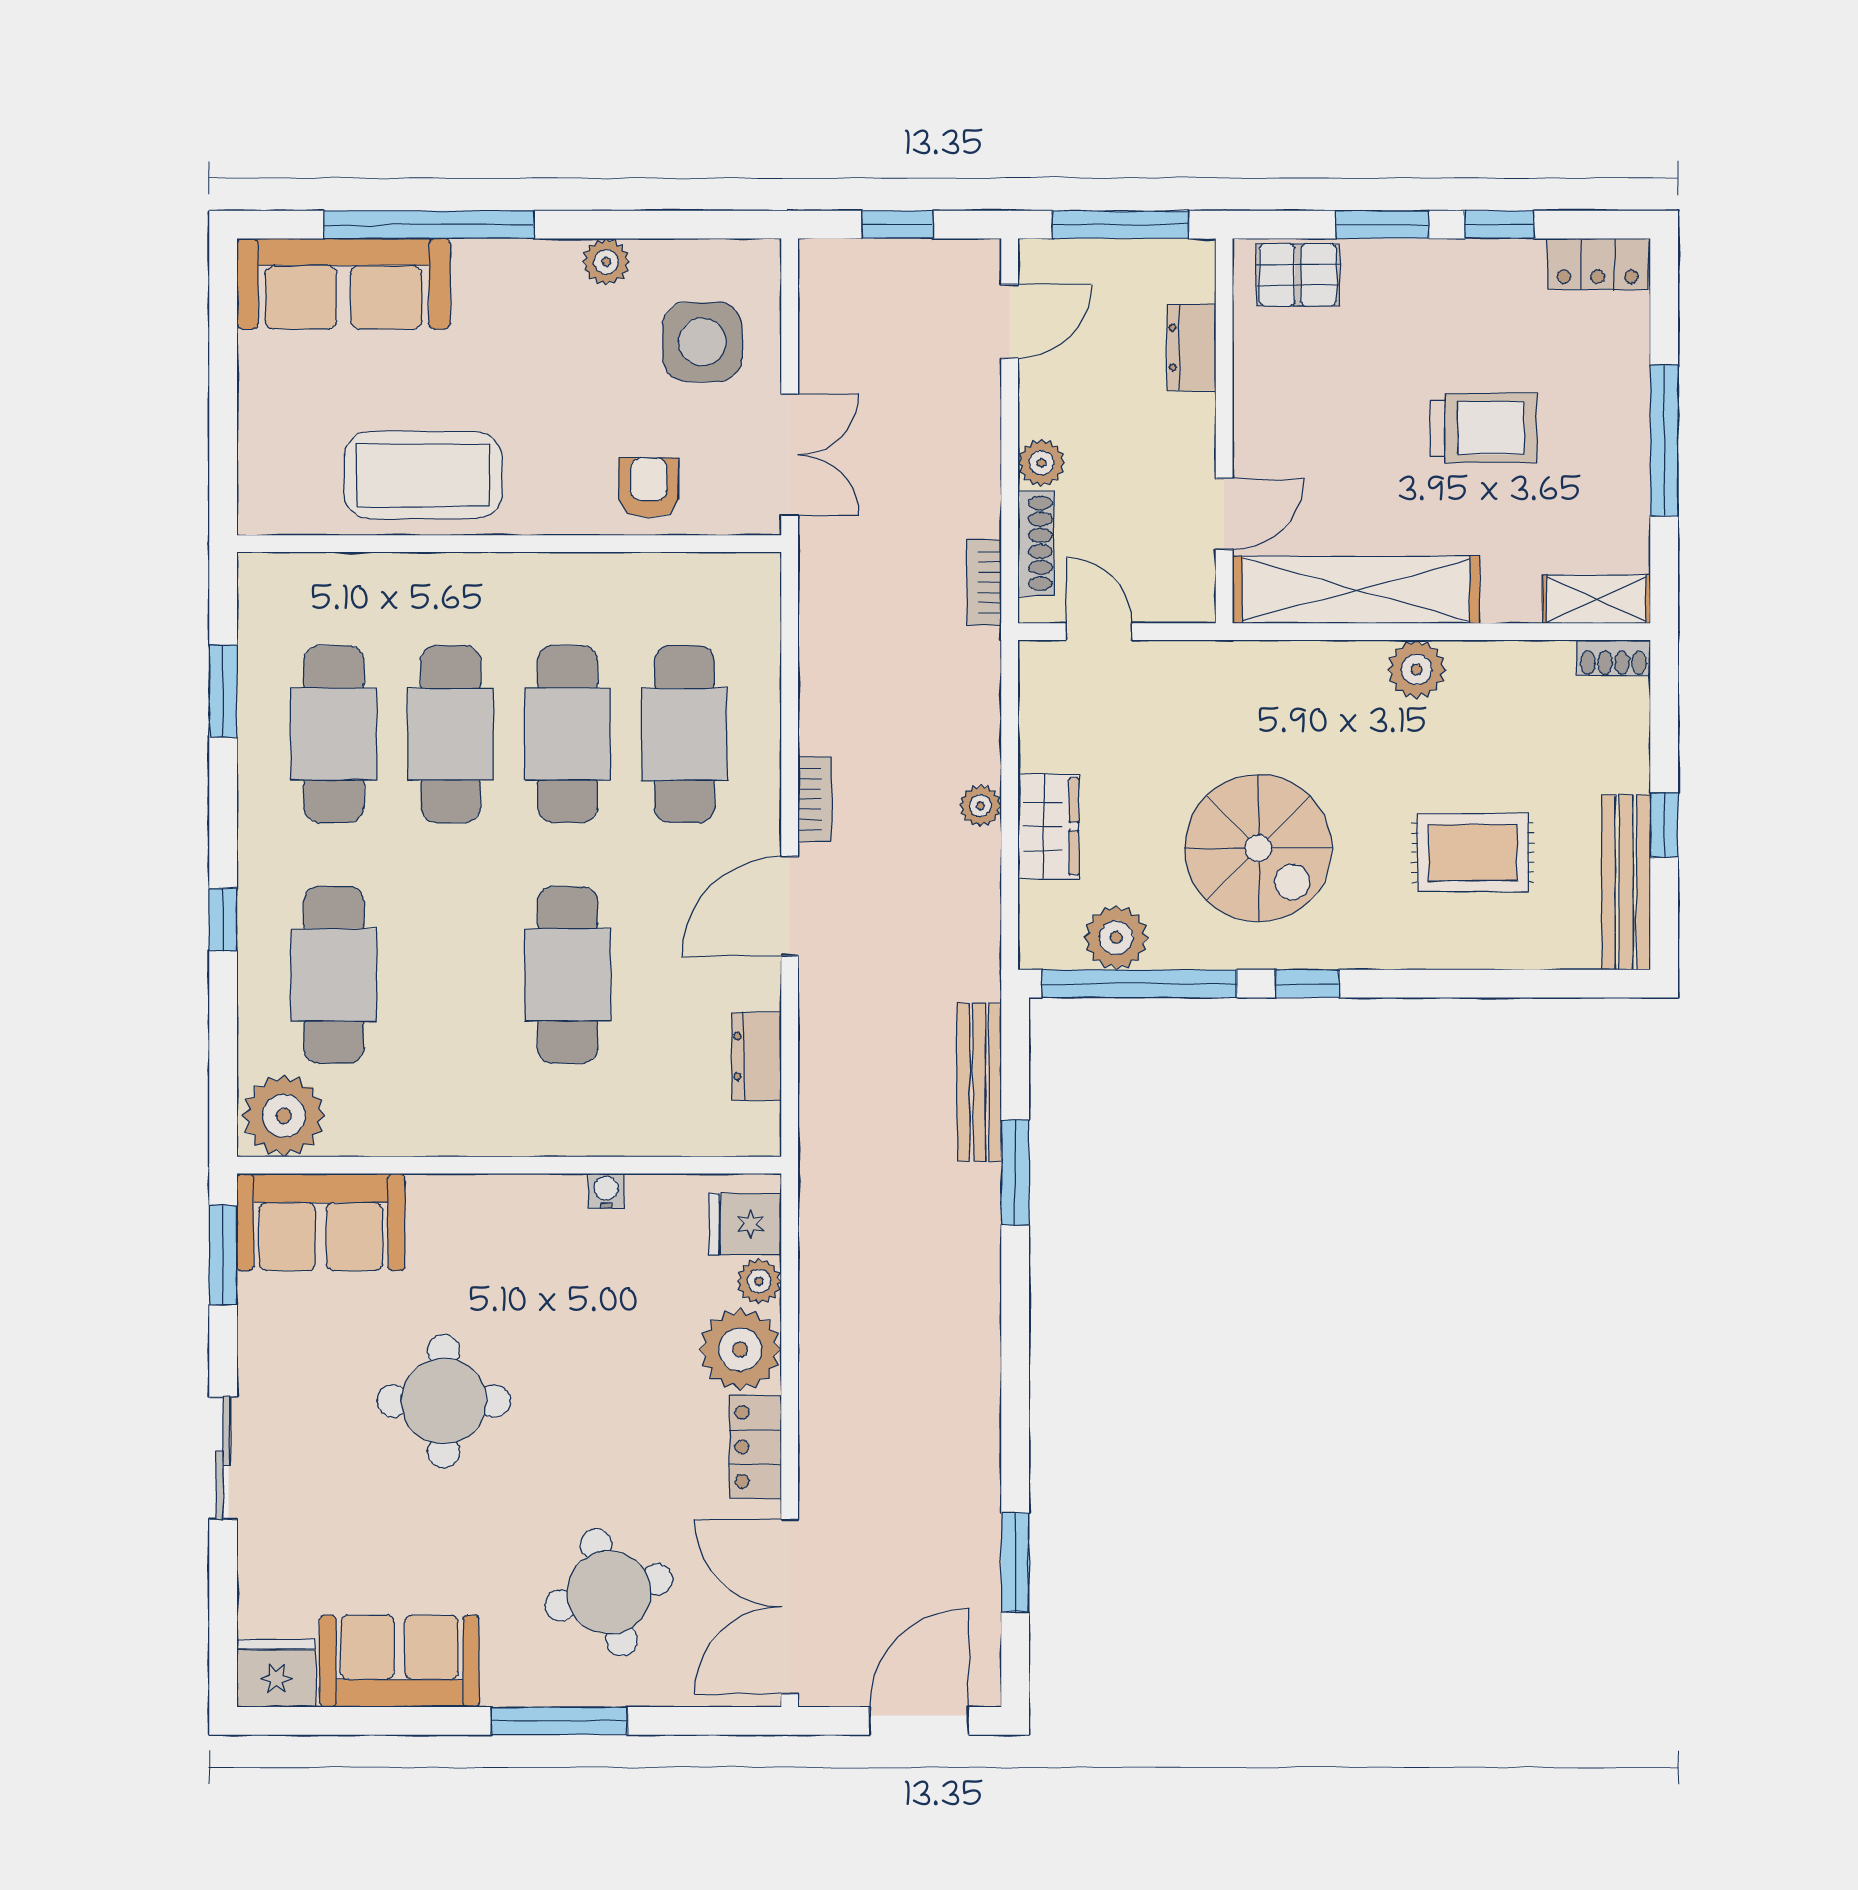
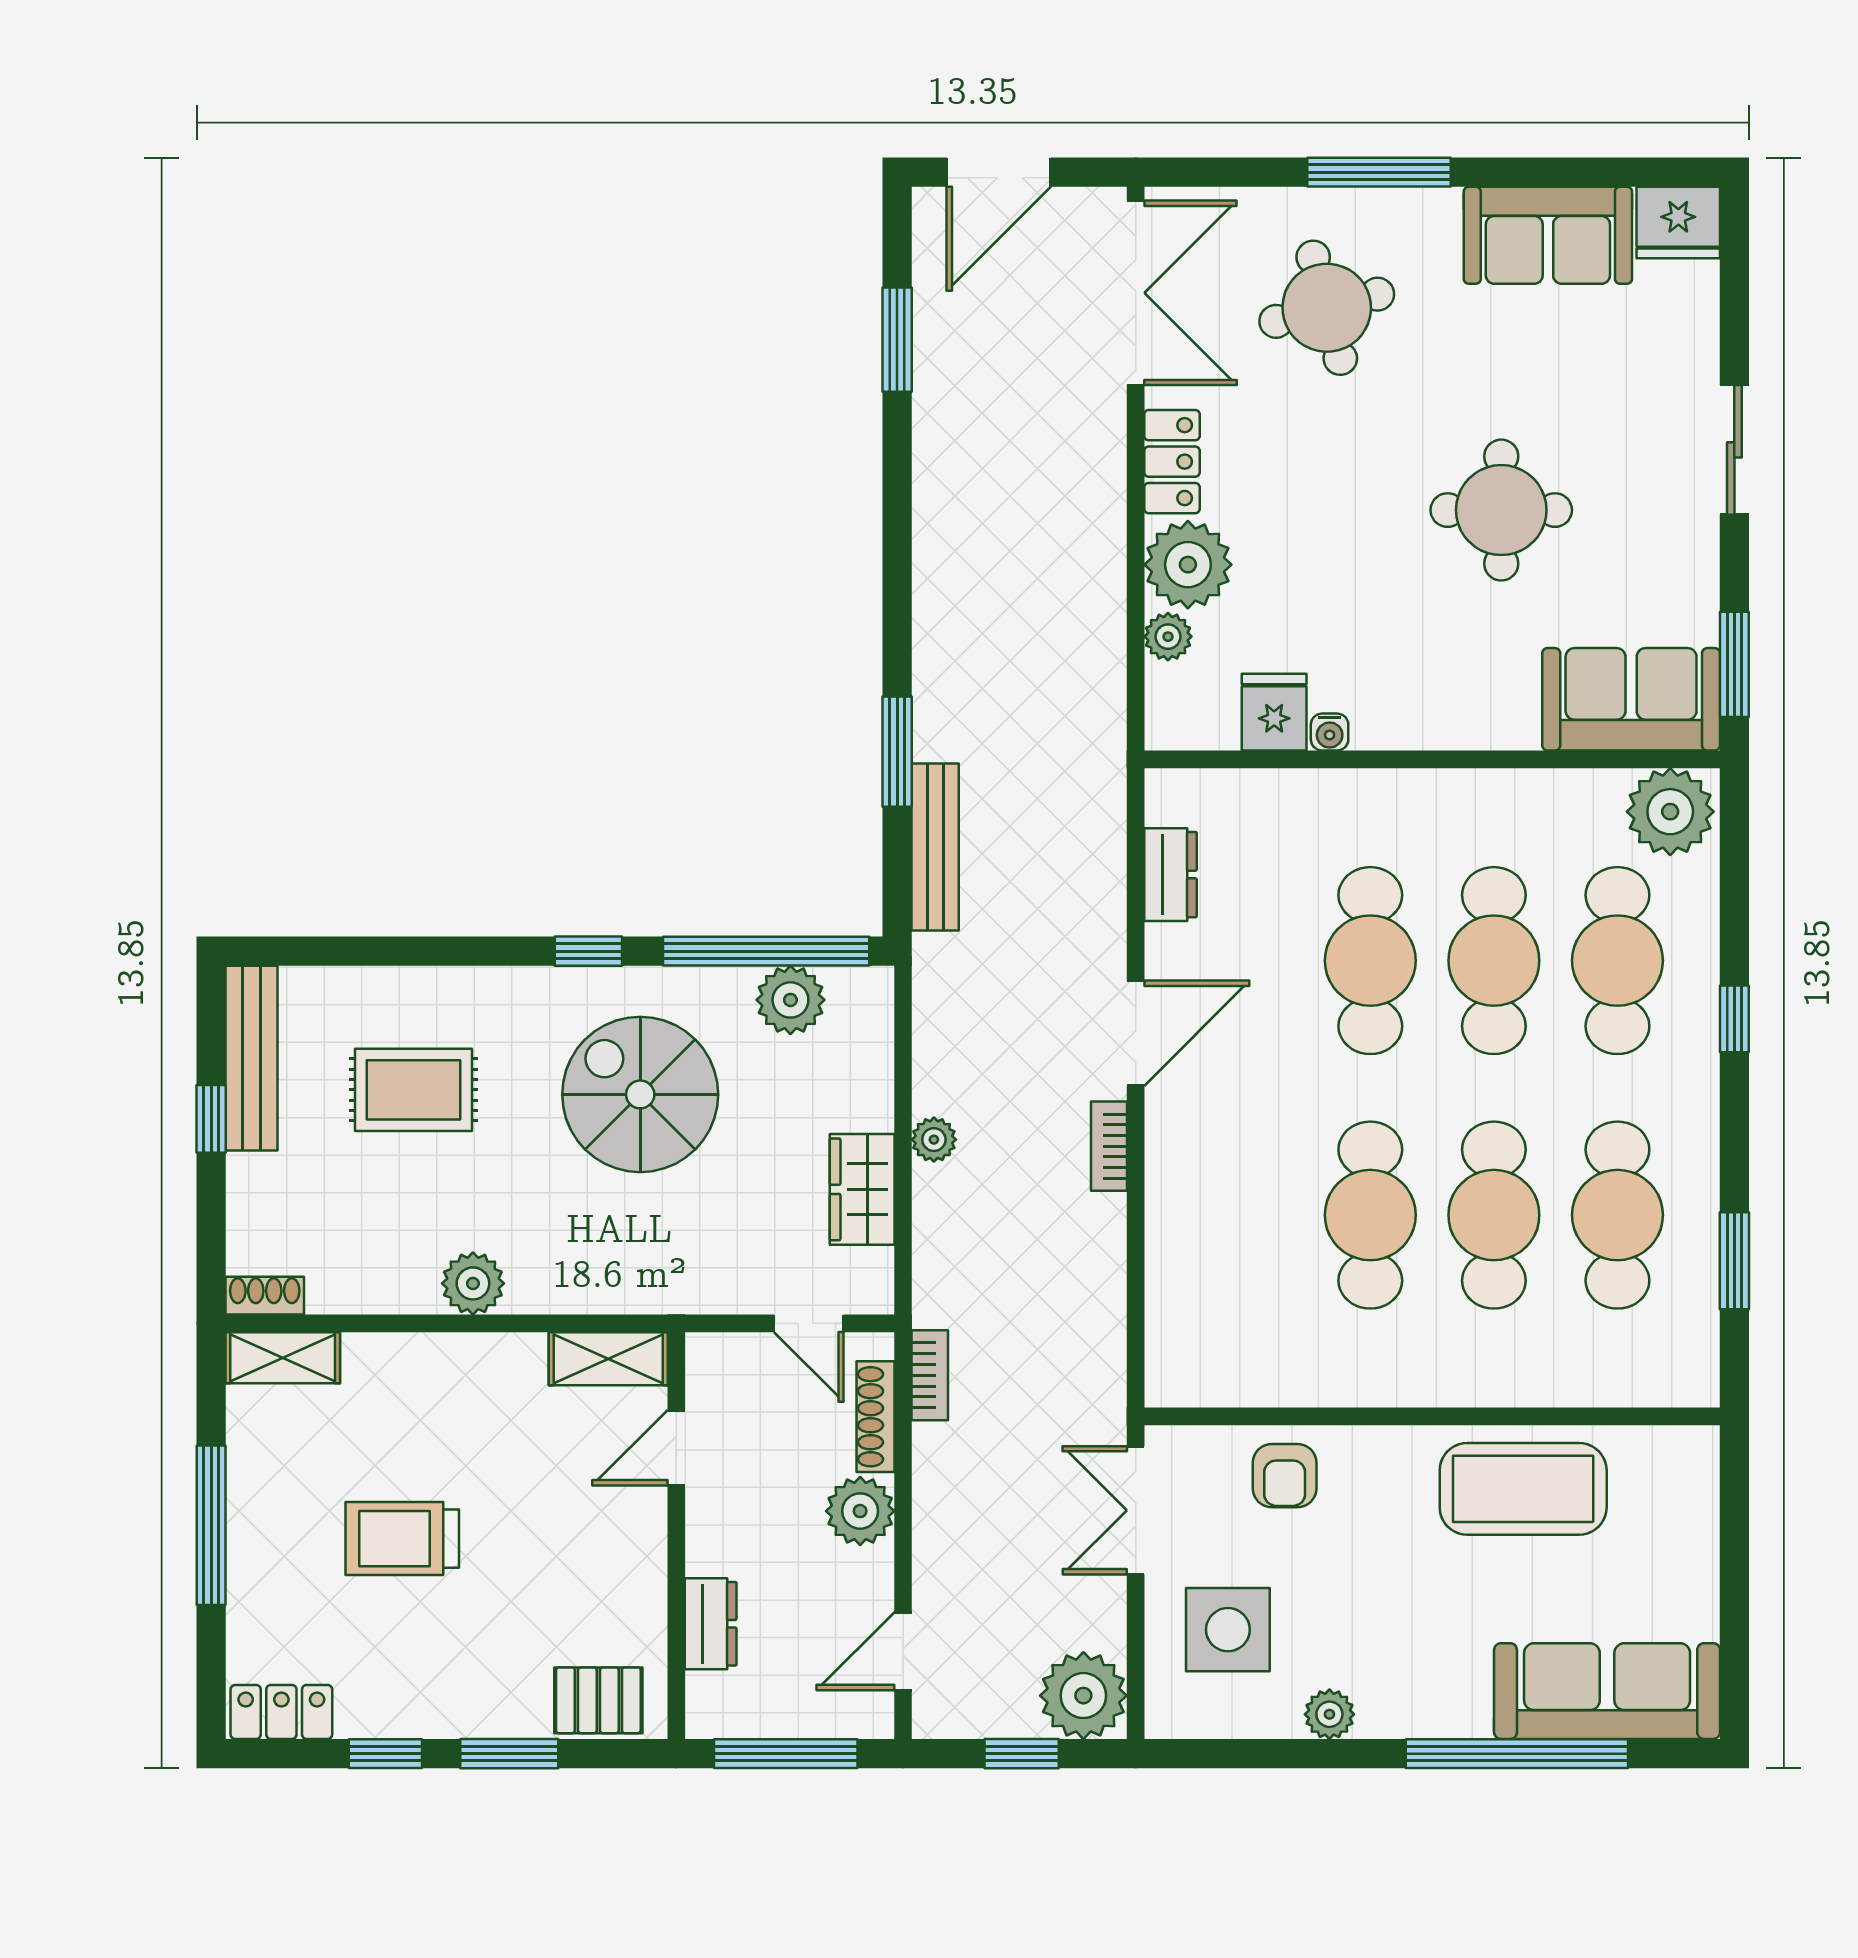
plant: (839, 280) -> (1083, 1696), added
plant: (1041, 463) -> (860, 1511), width x1.38, depth x1.38
shelving: (1356, 590) -> (608, 1359), width x0.45, depth x0.75
cafe table: (684, 734) -> (1494, 961), moved
wardrobe: (1048, 826) -> (862, 1189), moved
fridge: (745, 1224) -> (1274, 712), moved, turned -90

